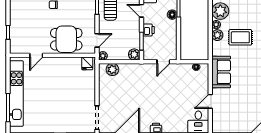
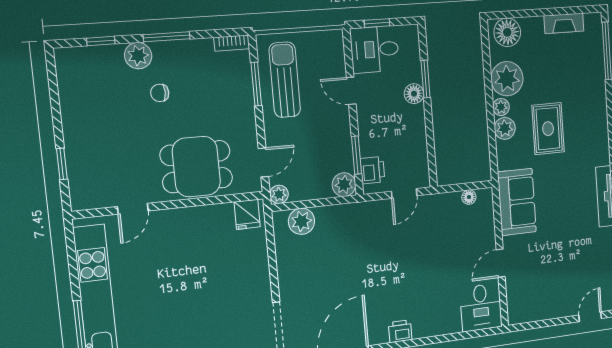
printer: (149, 30) -> (372, 170), moved
rug: (240, 37) -> (548, 129), turned 90

